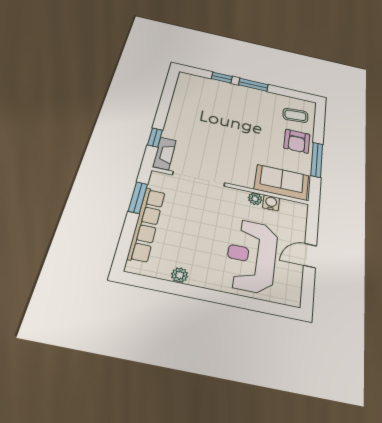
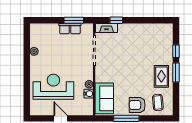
rug: (256, 102) -> (161, 76), added
row of seats: (147, 224) -> (70, 29), width x0.50

